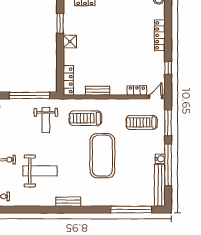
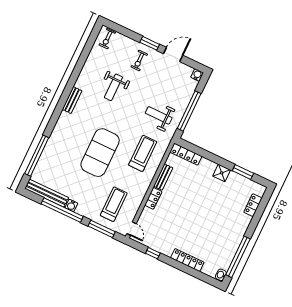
locker: (137, 91) -> (153, 198), moved
exercise mat: (102, 156) -> (100, 153), turned 90
weight bench: (40, 171) -> (113, 87), width x0.73, depth x0.75

